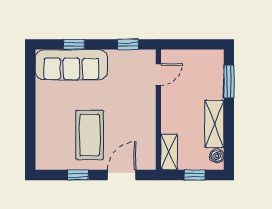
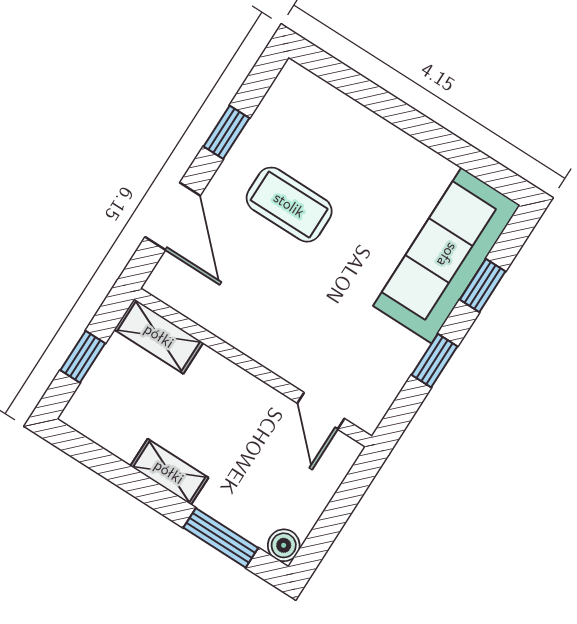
window: (128, 44) -> (435, 361), moved
shelving: (214, 124) -> (169, 472), width x0.67, depth x0.75
coffee table: (90, 135) -> (289, 205), width x0.73, depth x0.76
boiler: (217, 156) -> (284, 545), moved

